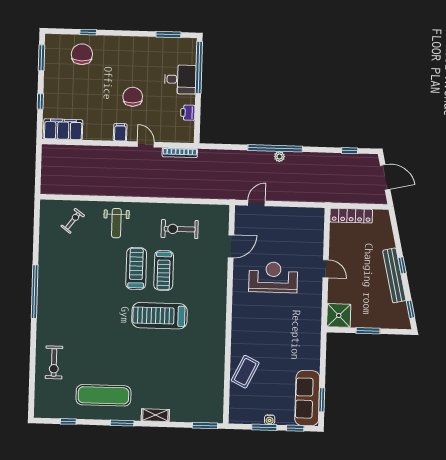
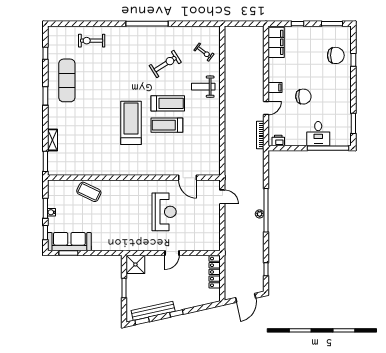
printer: (188, 113) -> (278, 141), moved
exercise bike: (180, 229) -> (165, 64), moved, turned 58
bench: (394, 275) -> (153, 311), moved
shelving: (155, 415) -> (52, 140), moved

